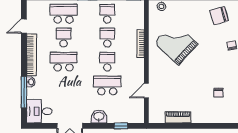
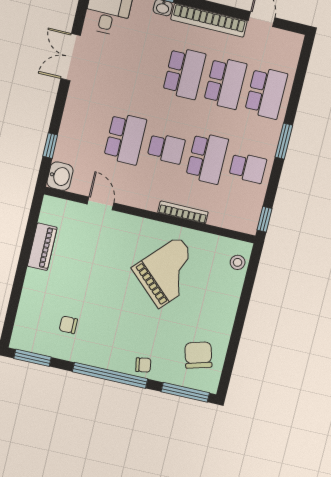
school desk: (64, 38) -> (225, 83), width x1.85
school desk: (107, 38) -> (207, 158), width x1.85
washbasin: (99, 117) -> (60, 176), moved

